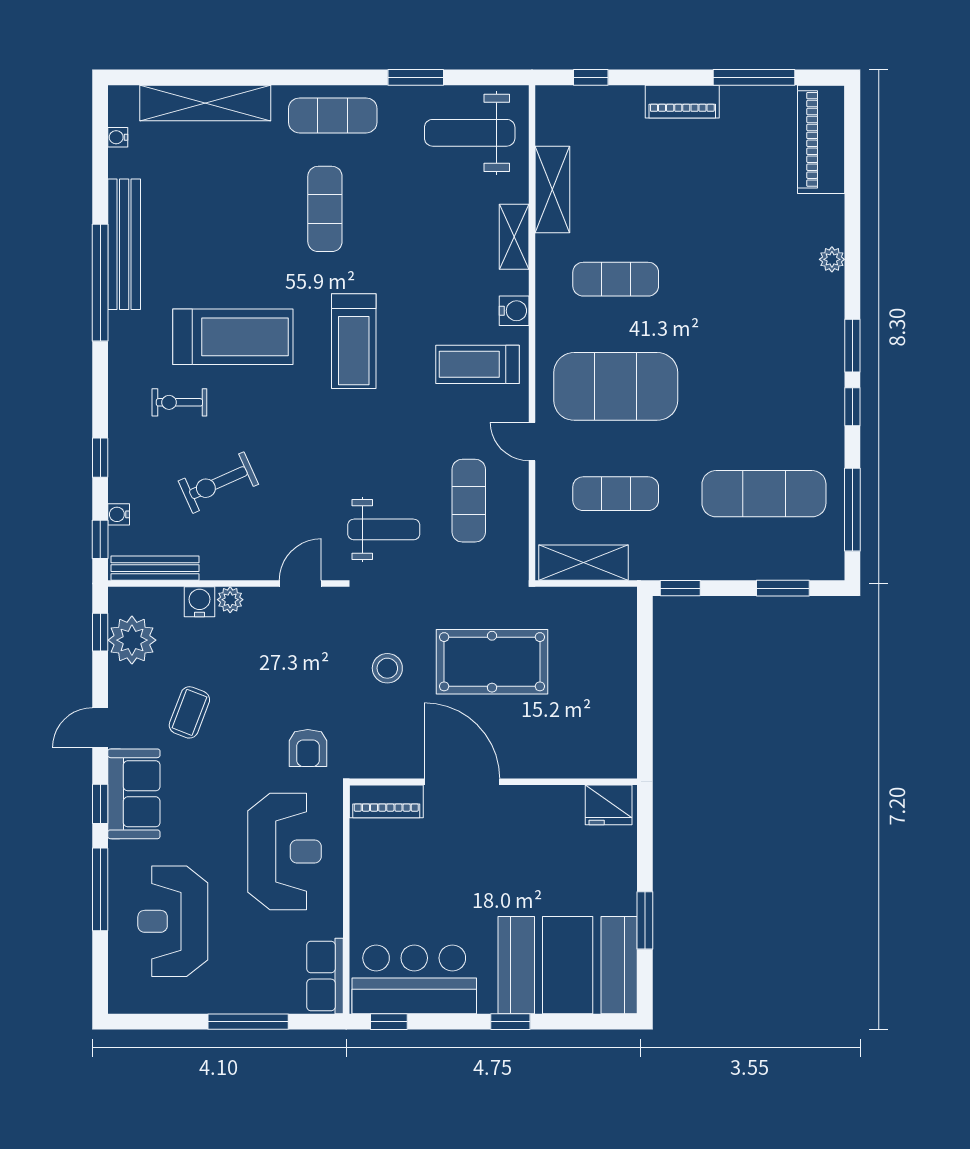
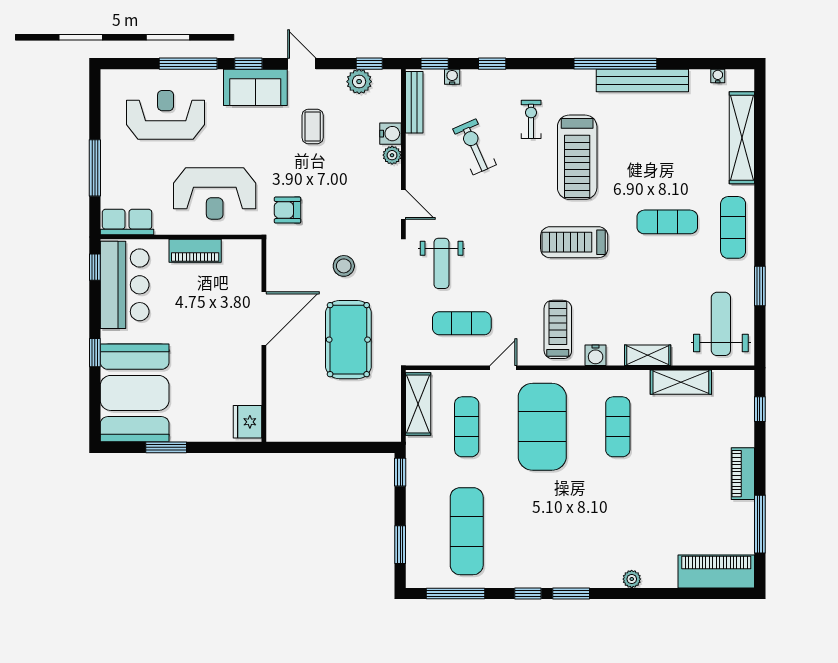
plant: (132, 640) -> (359, 82), width x0.73, depth x0.73
coffee table: (189, 712) -> (313, 127), turned 69
piano: (386, 801) -> (195, 251), moved, turned -90

